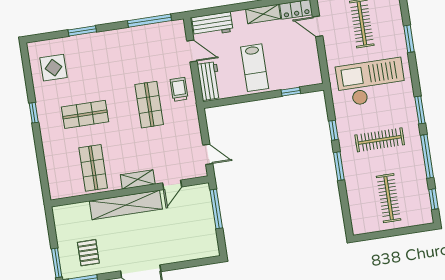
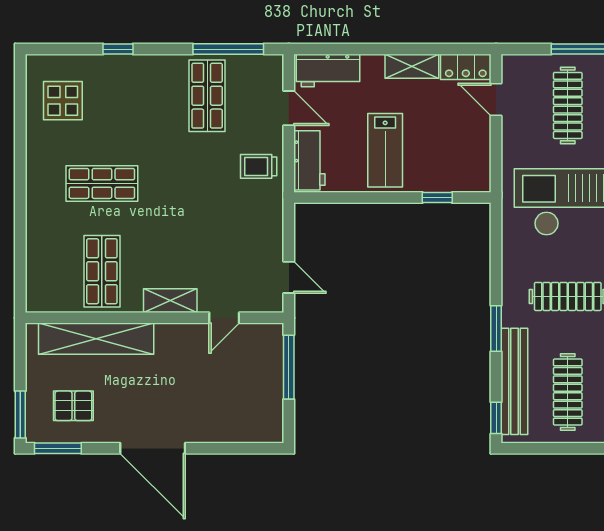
window: (82, 31) -> (118, 49), width x0.67
trolley: (179, 89) -> (259, 166), turned -90
shop shelf: (149, 105) -> (207, 96), moved
window: (34, 113) -> (20, 168), removed
window: (333, 130) -> (496, 418), moved
bench: (355, 197) -> (514, 381), added
shelving: (126, 205) -> (96, 339), moved
pallet: (88, 253) -> (73, 406), turned 90

